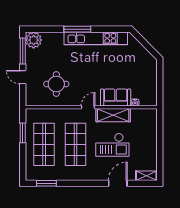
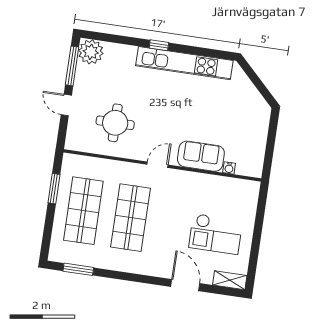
window: (77, 29) -> (159, 45), width x0.46
shelving: (113, 115) -> (193, 182), removed
checkout: (112, 145) -> (216, 234), moved
door: (118, 183) -> (185, 285), hinge flipped

